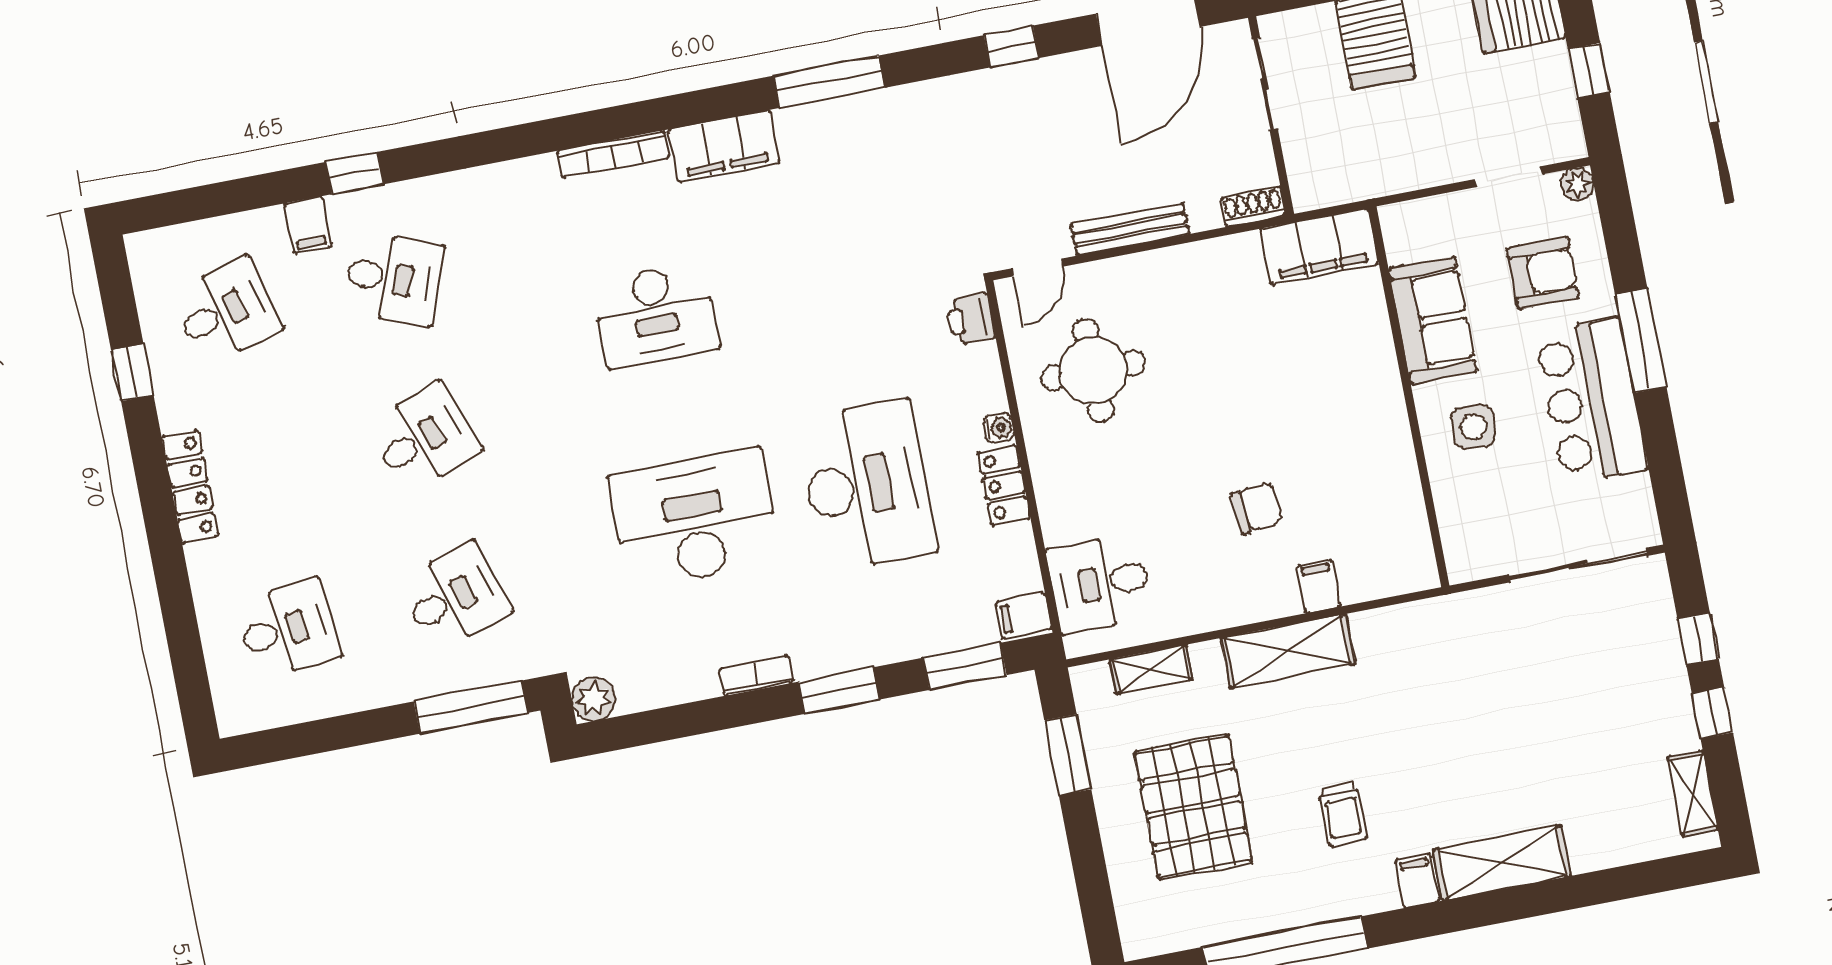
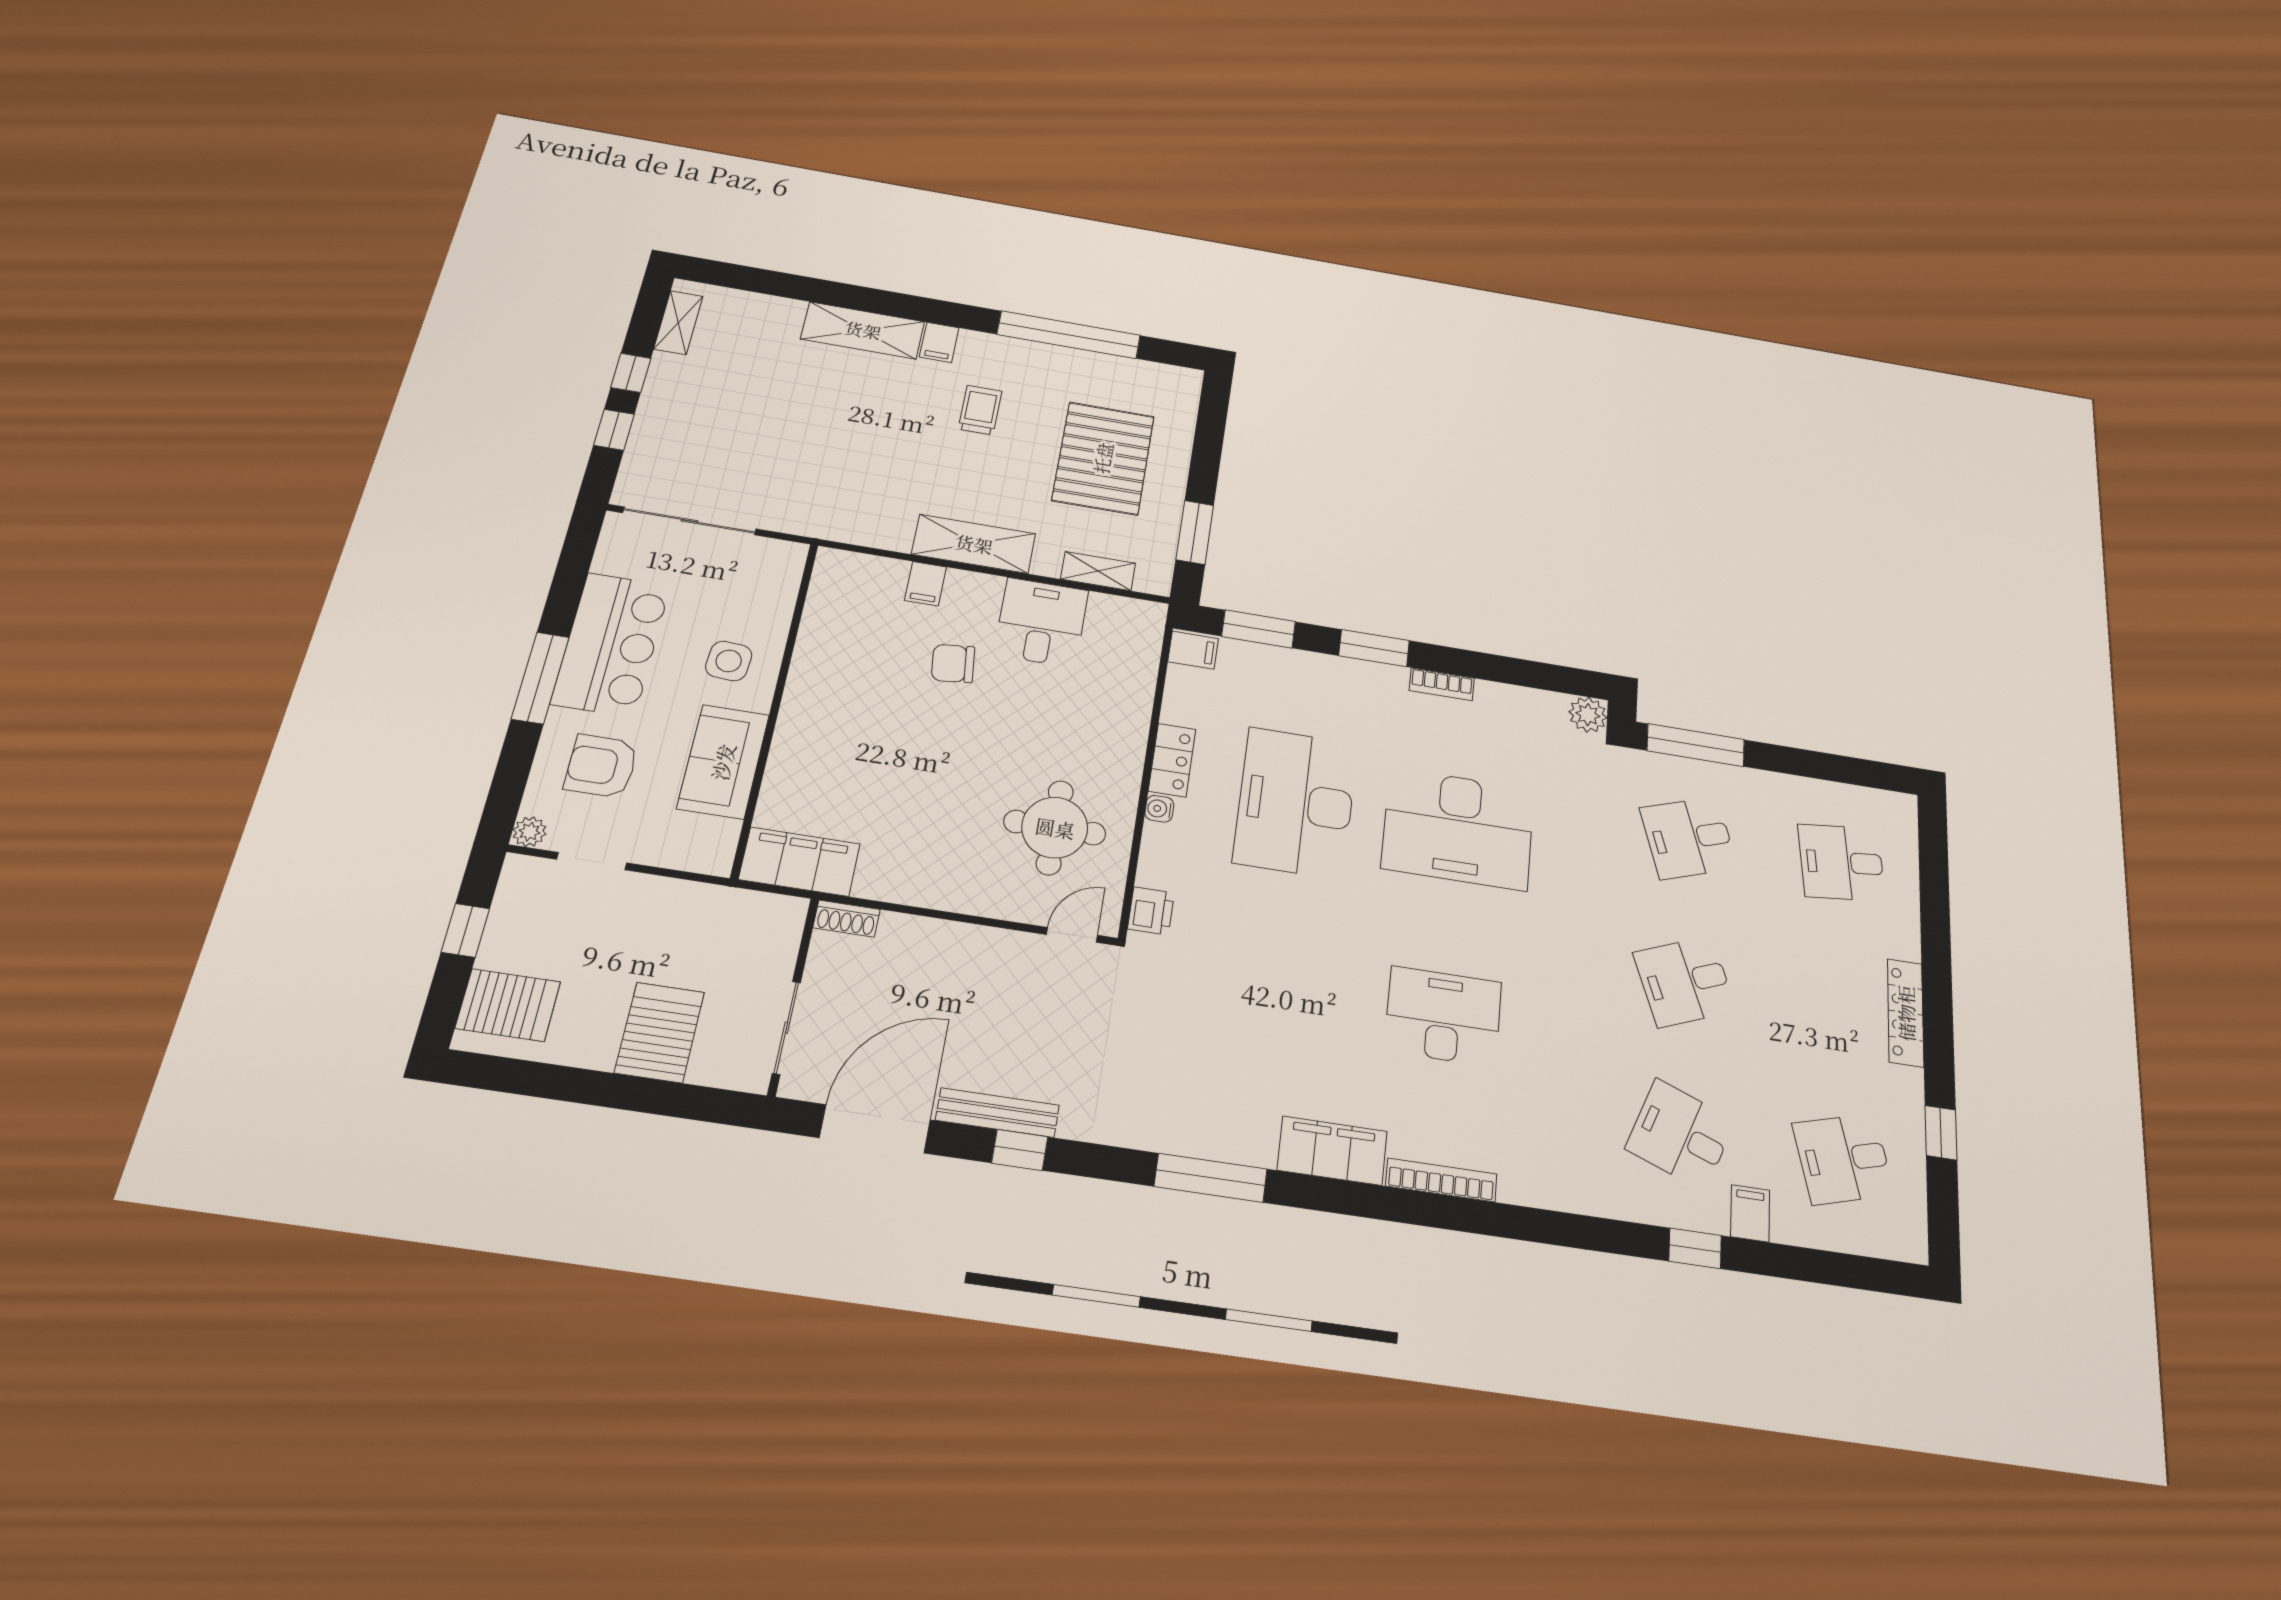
bench: (1130, 229) -> (997, 1113), moved
desk: (1100, 583) -> (1041, 622), moved, turned -90

